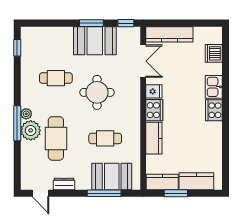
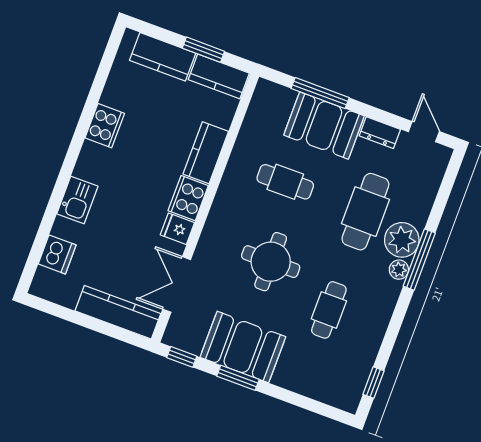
cafe table: (56, 78) -> (329, 310), turned 90
cooker: (214, 110) -> (105, 126), moved
booth: (112, 177) -> (324, 126), moved

